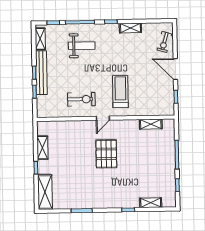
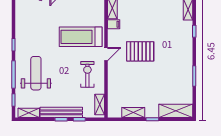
shelving: (130, 28) -> (100, 105), moved
weight bench: (82, 46) -> (36, 73), width x1.36, depth x1.33
treadmill: (120, 92) -> (81, 37), width x1.37, depth x1.38
door: (103, 118) -> (106, 54), hinge flipped
filing cabinet: (134, 126) -> (114, 24), added

